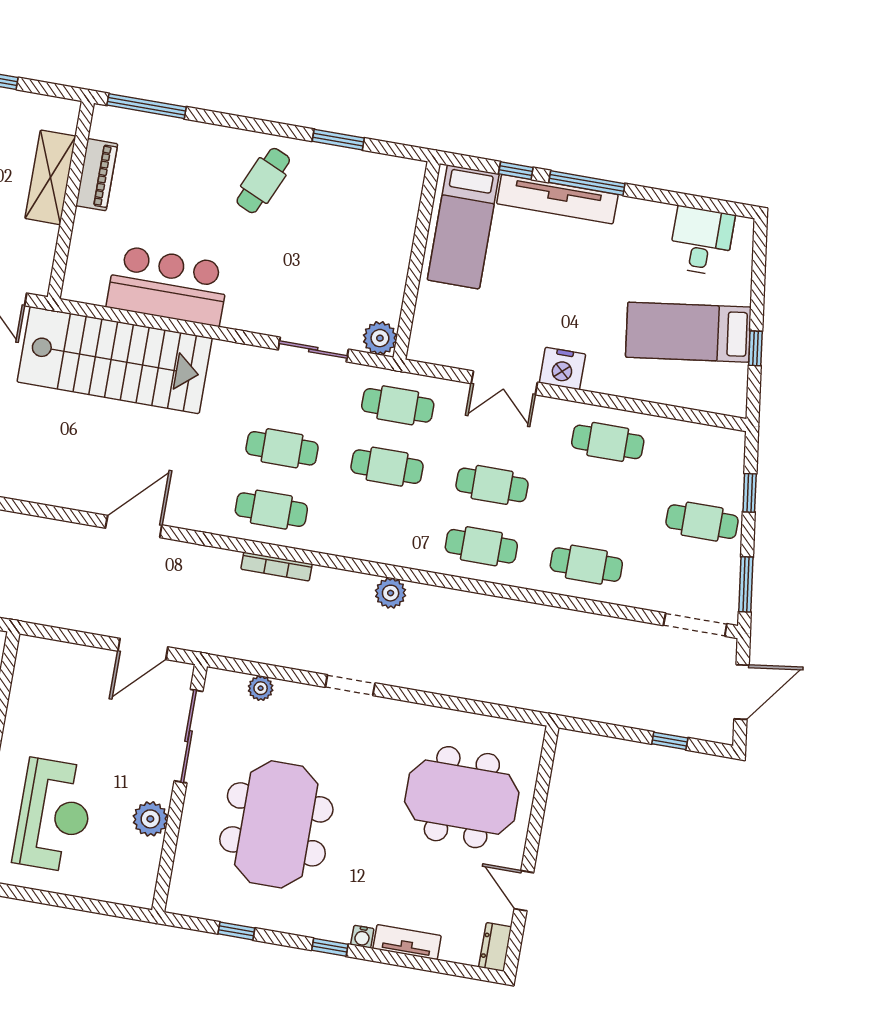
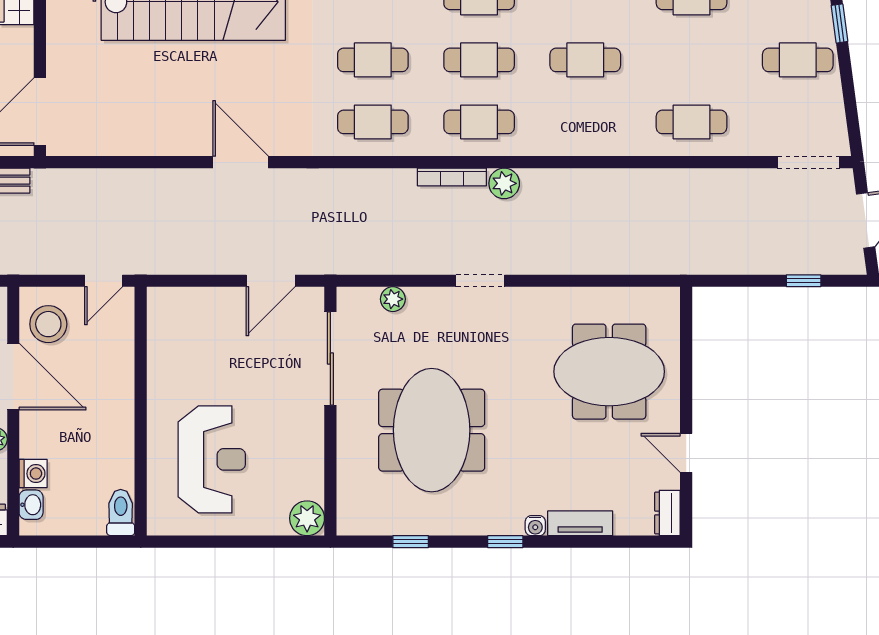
door: (134, 527) -> (241, 162), hinge flipped
cafe table: (481, 546) -> (479, 122), moved
bookcase: (277, 567) -> (452, 177), moved
window: (746, 584) -> (852, 114), removed
plant: (150, 819) -> (307, 518), moved

